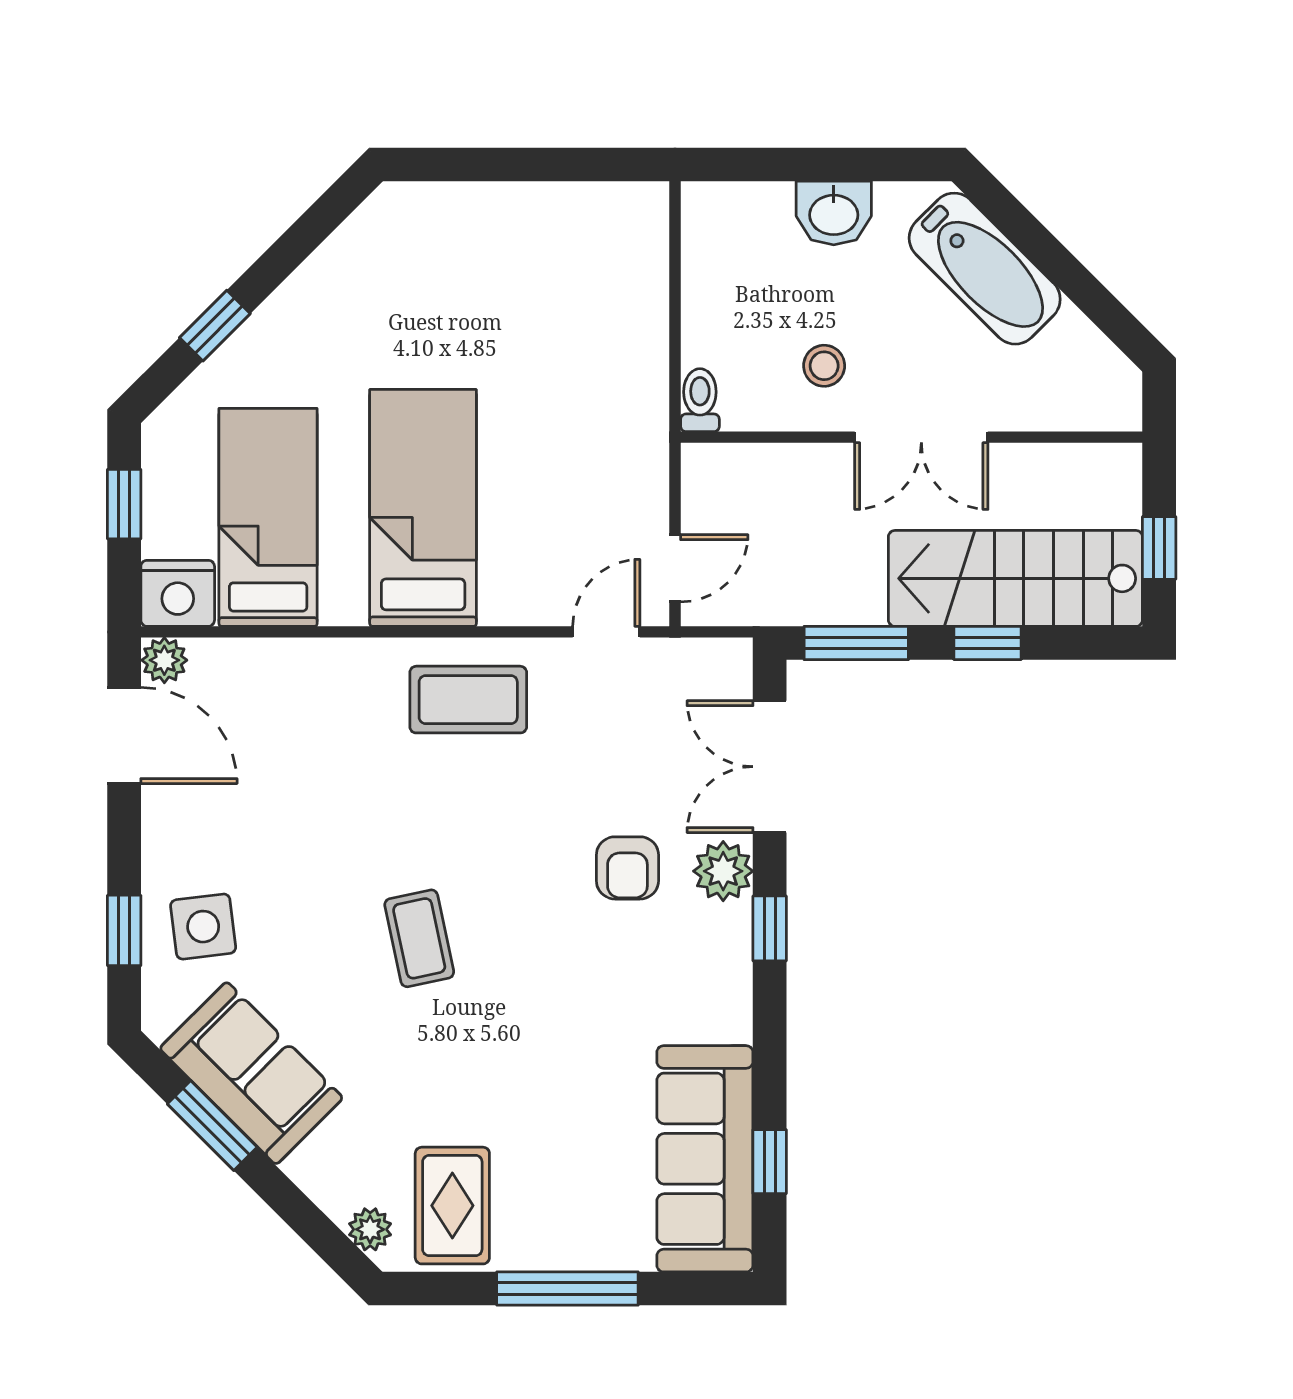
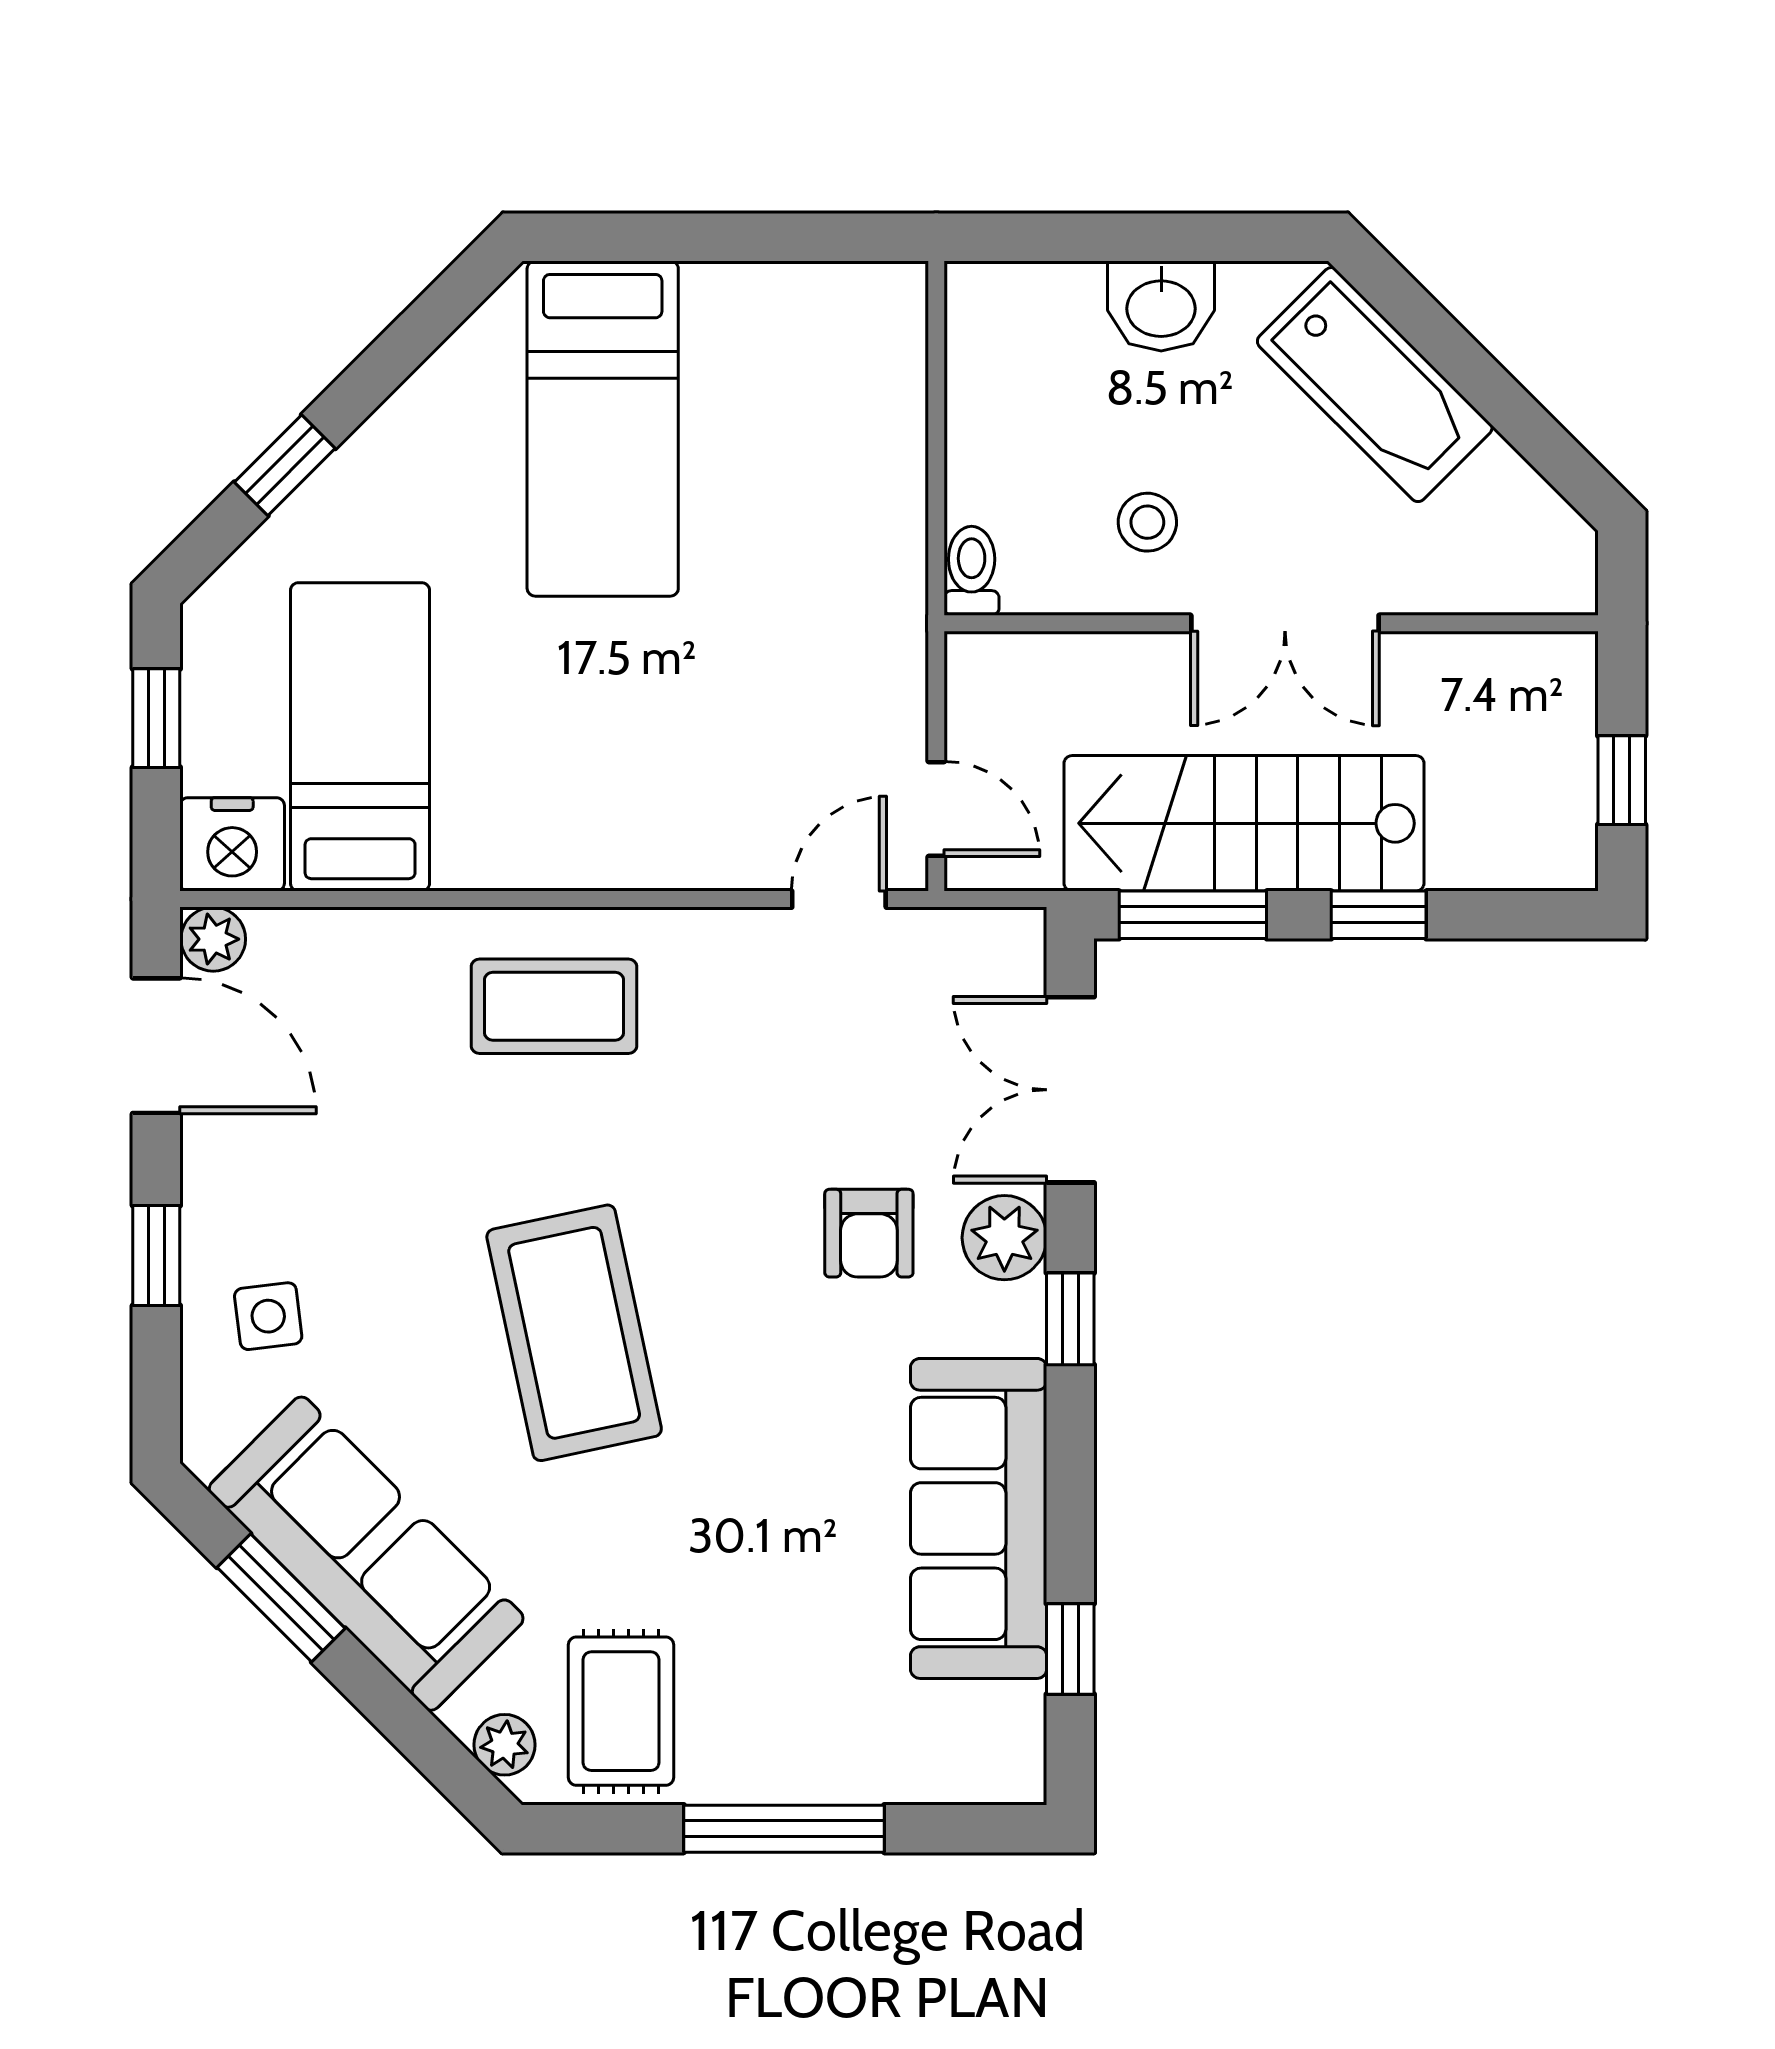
bed: (423, 508) -> (603, 429), moved, turned 180
door: (675, 568) -> (936, 809), hinge flipped
stairs: (1015, 578) -> (1244, 823), moved
coffee table: (468, 700) -> (554, 1006), moved
side table: (203, 927) -> (268, 1316), width x0.73, depth x0.73
window: (124, 930) -> (156, 1256), moved
coffee table: (419, 938) -> (574, 1333), width x1.86, depth x1.72
sofa: (251, 1073) -> (366, 1554), width x1.36
sofa: (705, 1159) -> (979, 1518), moved

